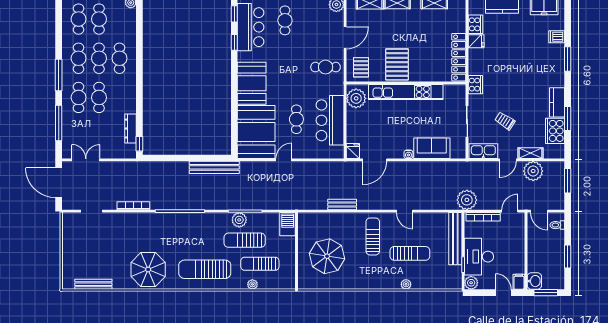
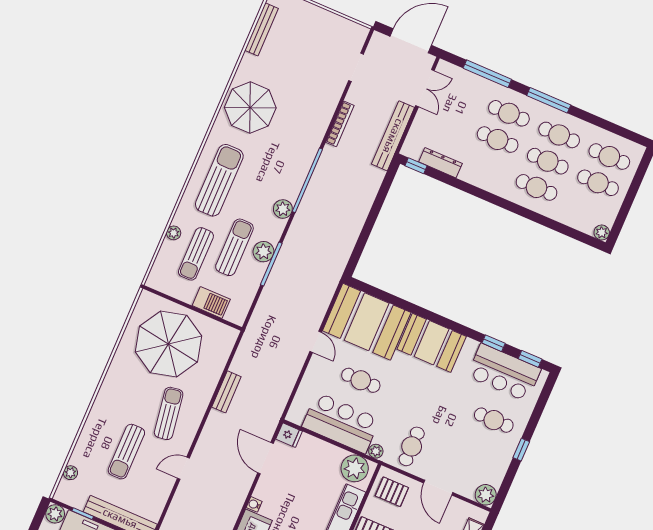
plant: (339, 89) -> (376, 451), added
bench: (214, 167) -> (393, 136), moved
plant: (206, 219) -> (283, 209), added
barbecue: (288, 224) -> (211, 302), moved
sun lounger: (373, 236) -> (169, 413), turned -99
parasol: (327, 256) -> (169, 344), width x1.36, depth x1.36
sun lounger: (260, 264) -> (196, 254), turned 180
plant: (406, 284) -> (70, 473), moved

